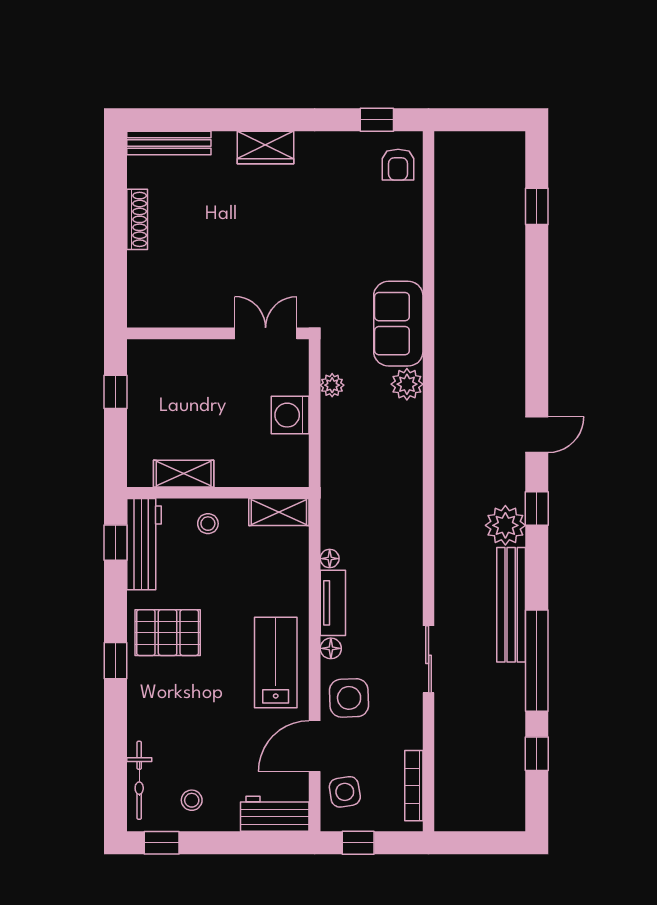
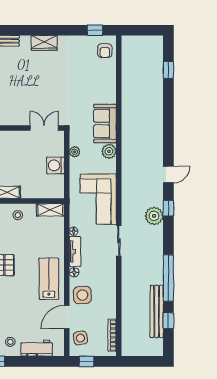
corner sofa: (384, 489) -> (98, 199), added
bench: (511, 605) -> (157, 311), moved
sliding door: (429, 659) -> (119, 241), moved
workbench: (275, 814) -> (37, 348), moved

